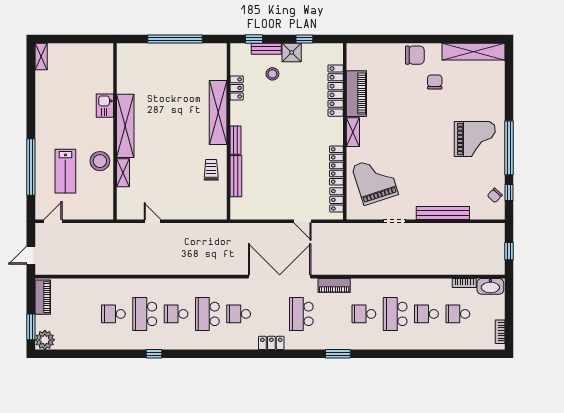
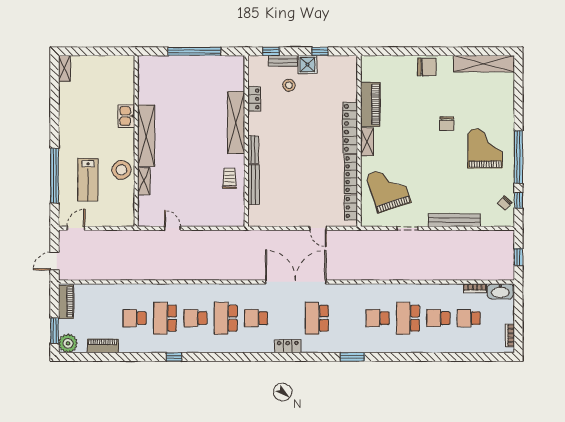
chair: (435, 82) -> (447, 124), moved, turned 180
locker: (336, 91) -> (350, 128), moved
grand piano: (475, 139) -> (485, 148), turned -90
piano: (334, 285) -> (103, 346), moved, turned 180

